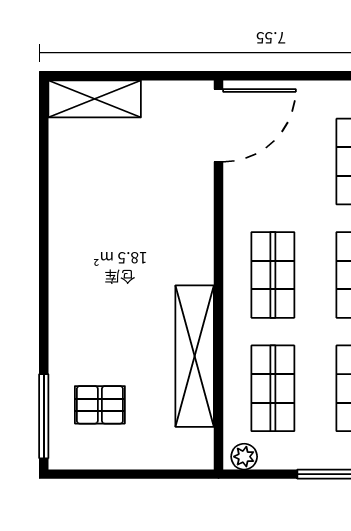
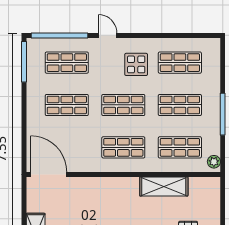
shelving: (195, 356) -> (164, 186), width x0.68

